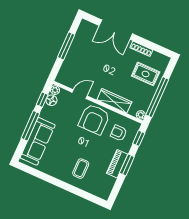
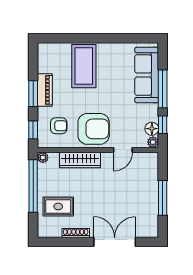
armchair: (94, 119) -> (94, 129), turned 90
coffee table: (81, 169) -> (84, 66), width x1.86, depth x1.72

